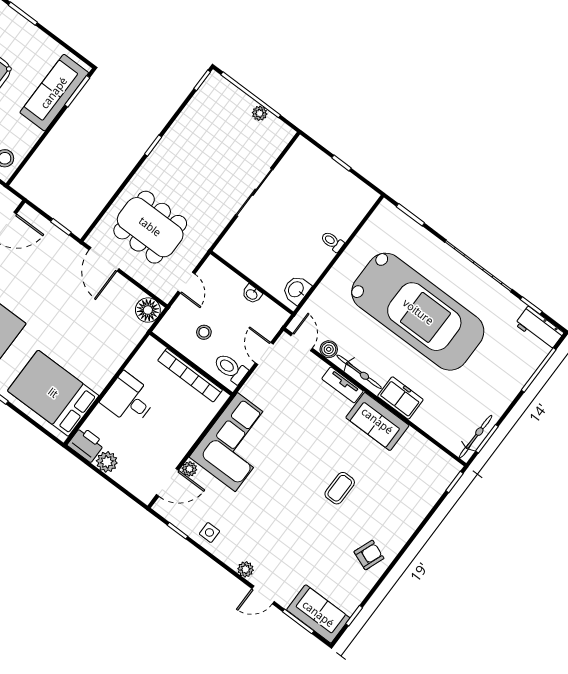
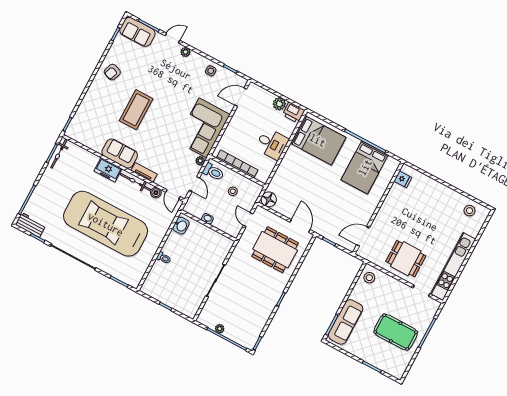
plant: (189, 469) -> (200, 161), moved
coffee table: (340, 488) -> (136, 110), width x1.86, depth x1.72

